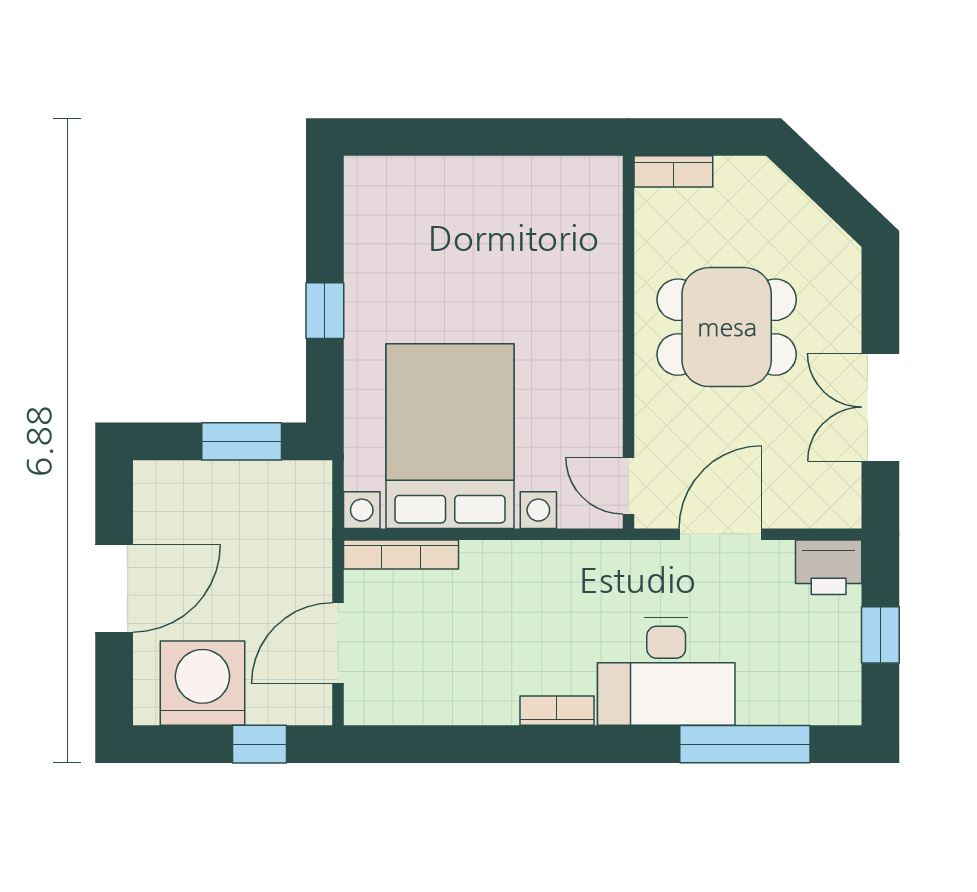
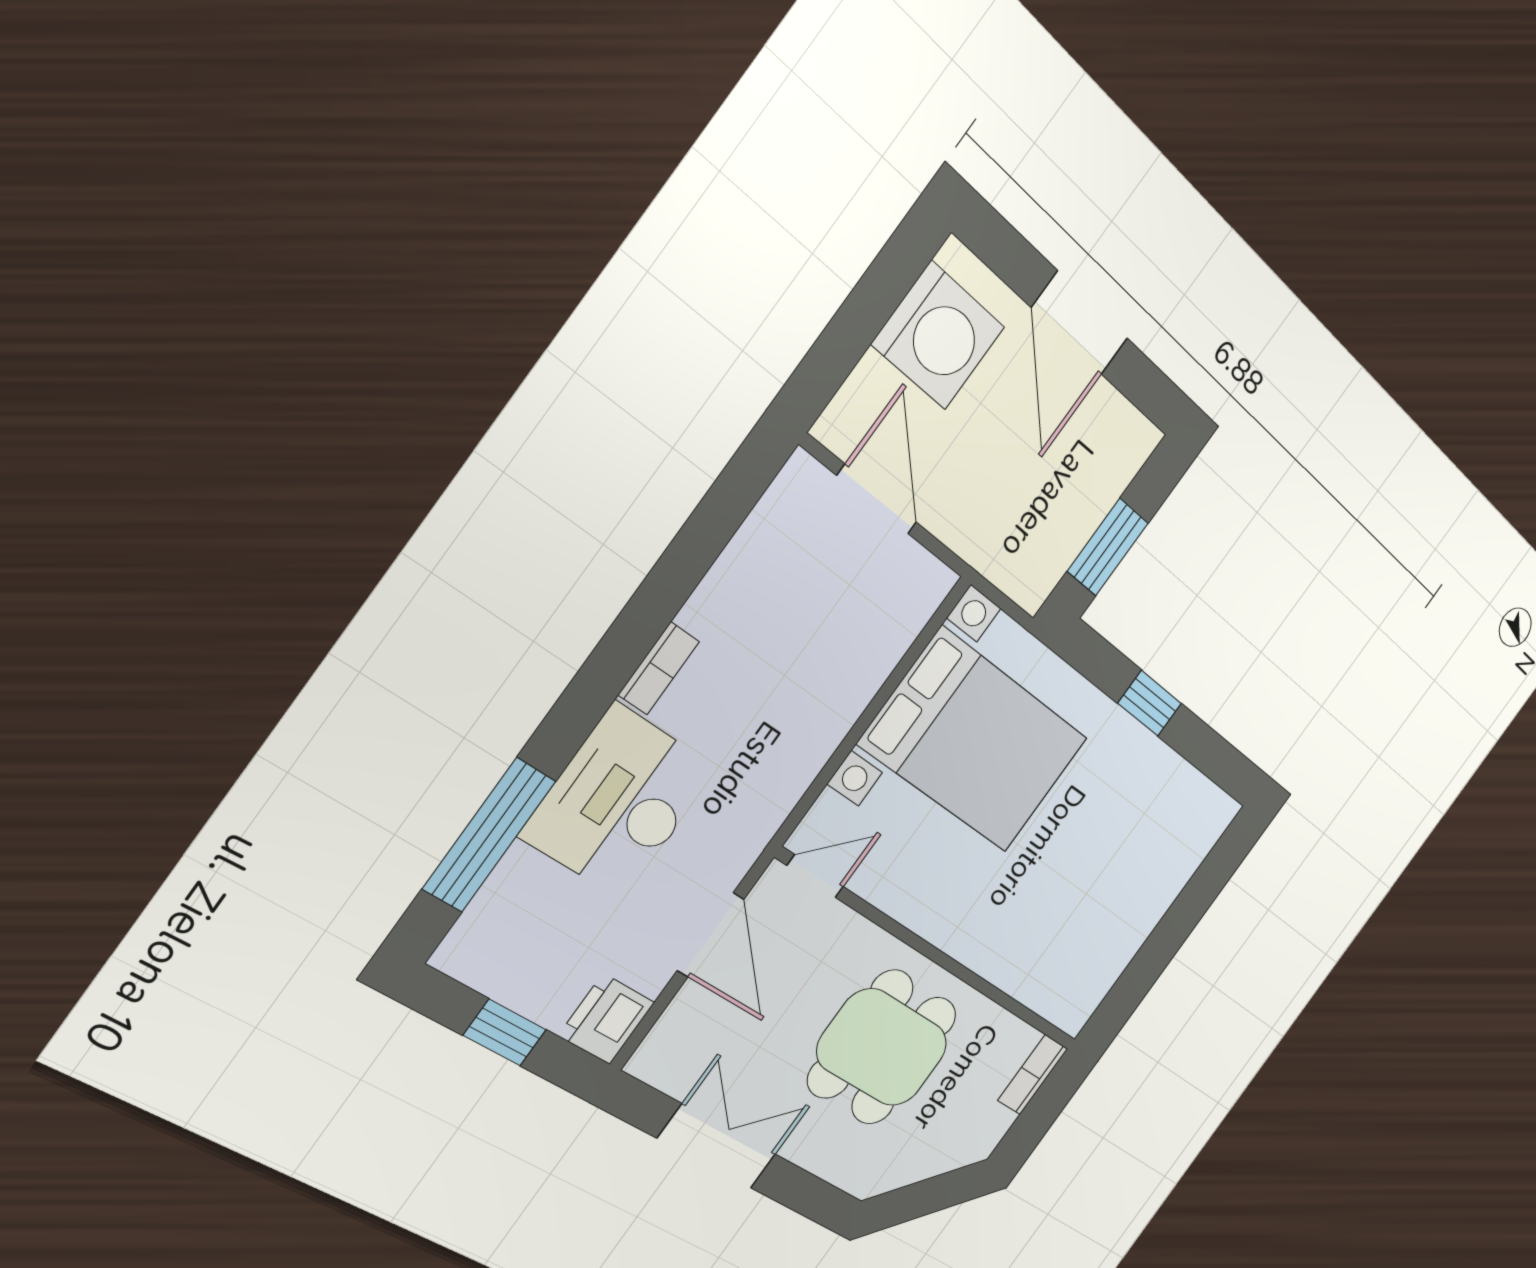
bookcase: (401, 554) -> (910, 621), removed
window: (260, 744) -> (842, 344), removed

